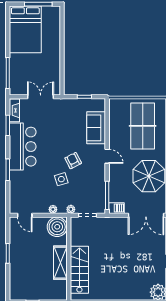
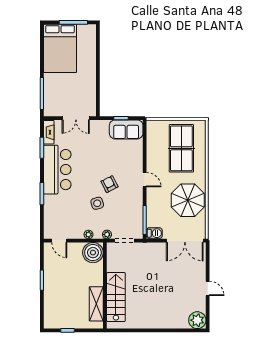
double door: (41, 97) -> (76, 118), swing flipped
sofa: (96, 128) -> (126, 129), moved, turned -90
shelving: (60, 263) -> (96, 304), moved

